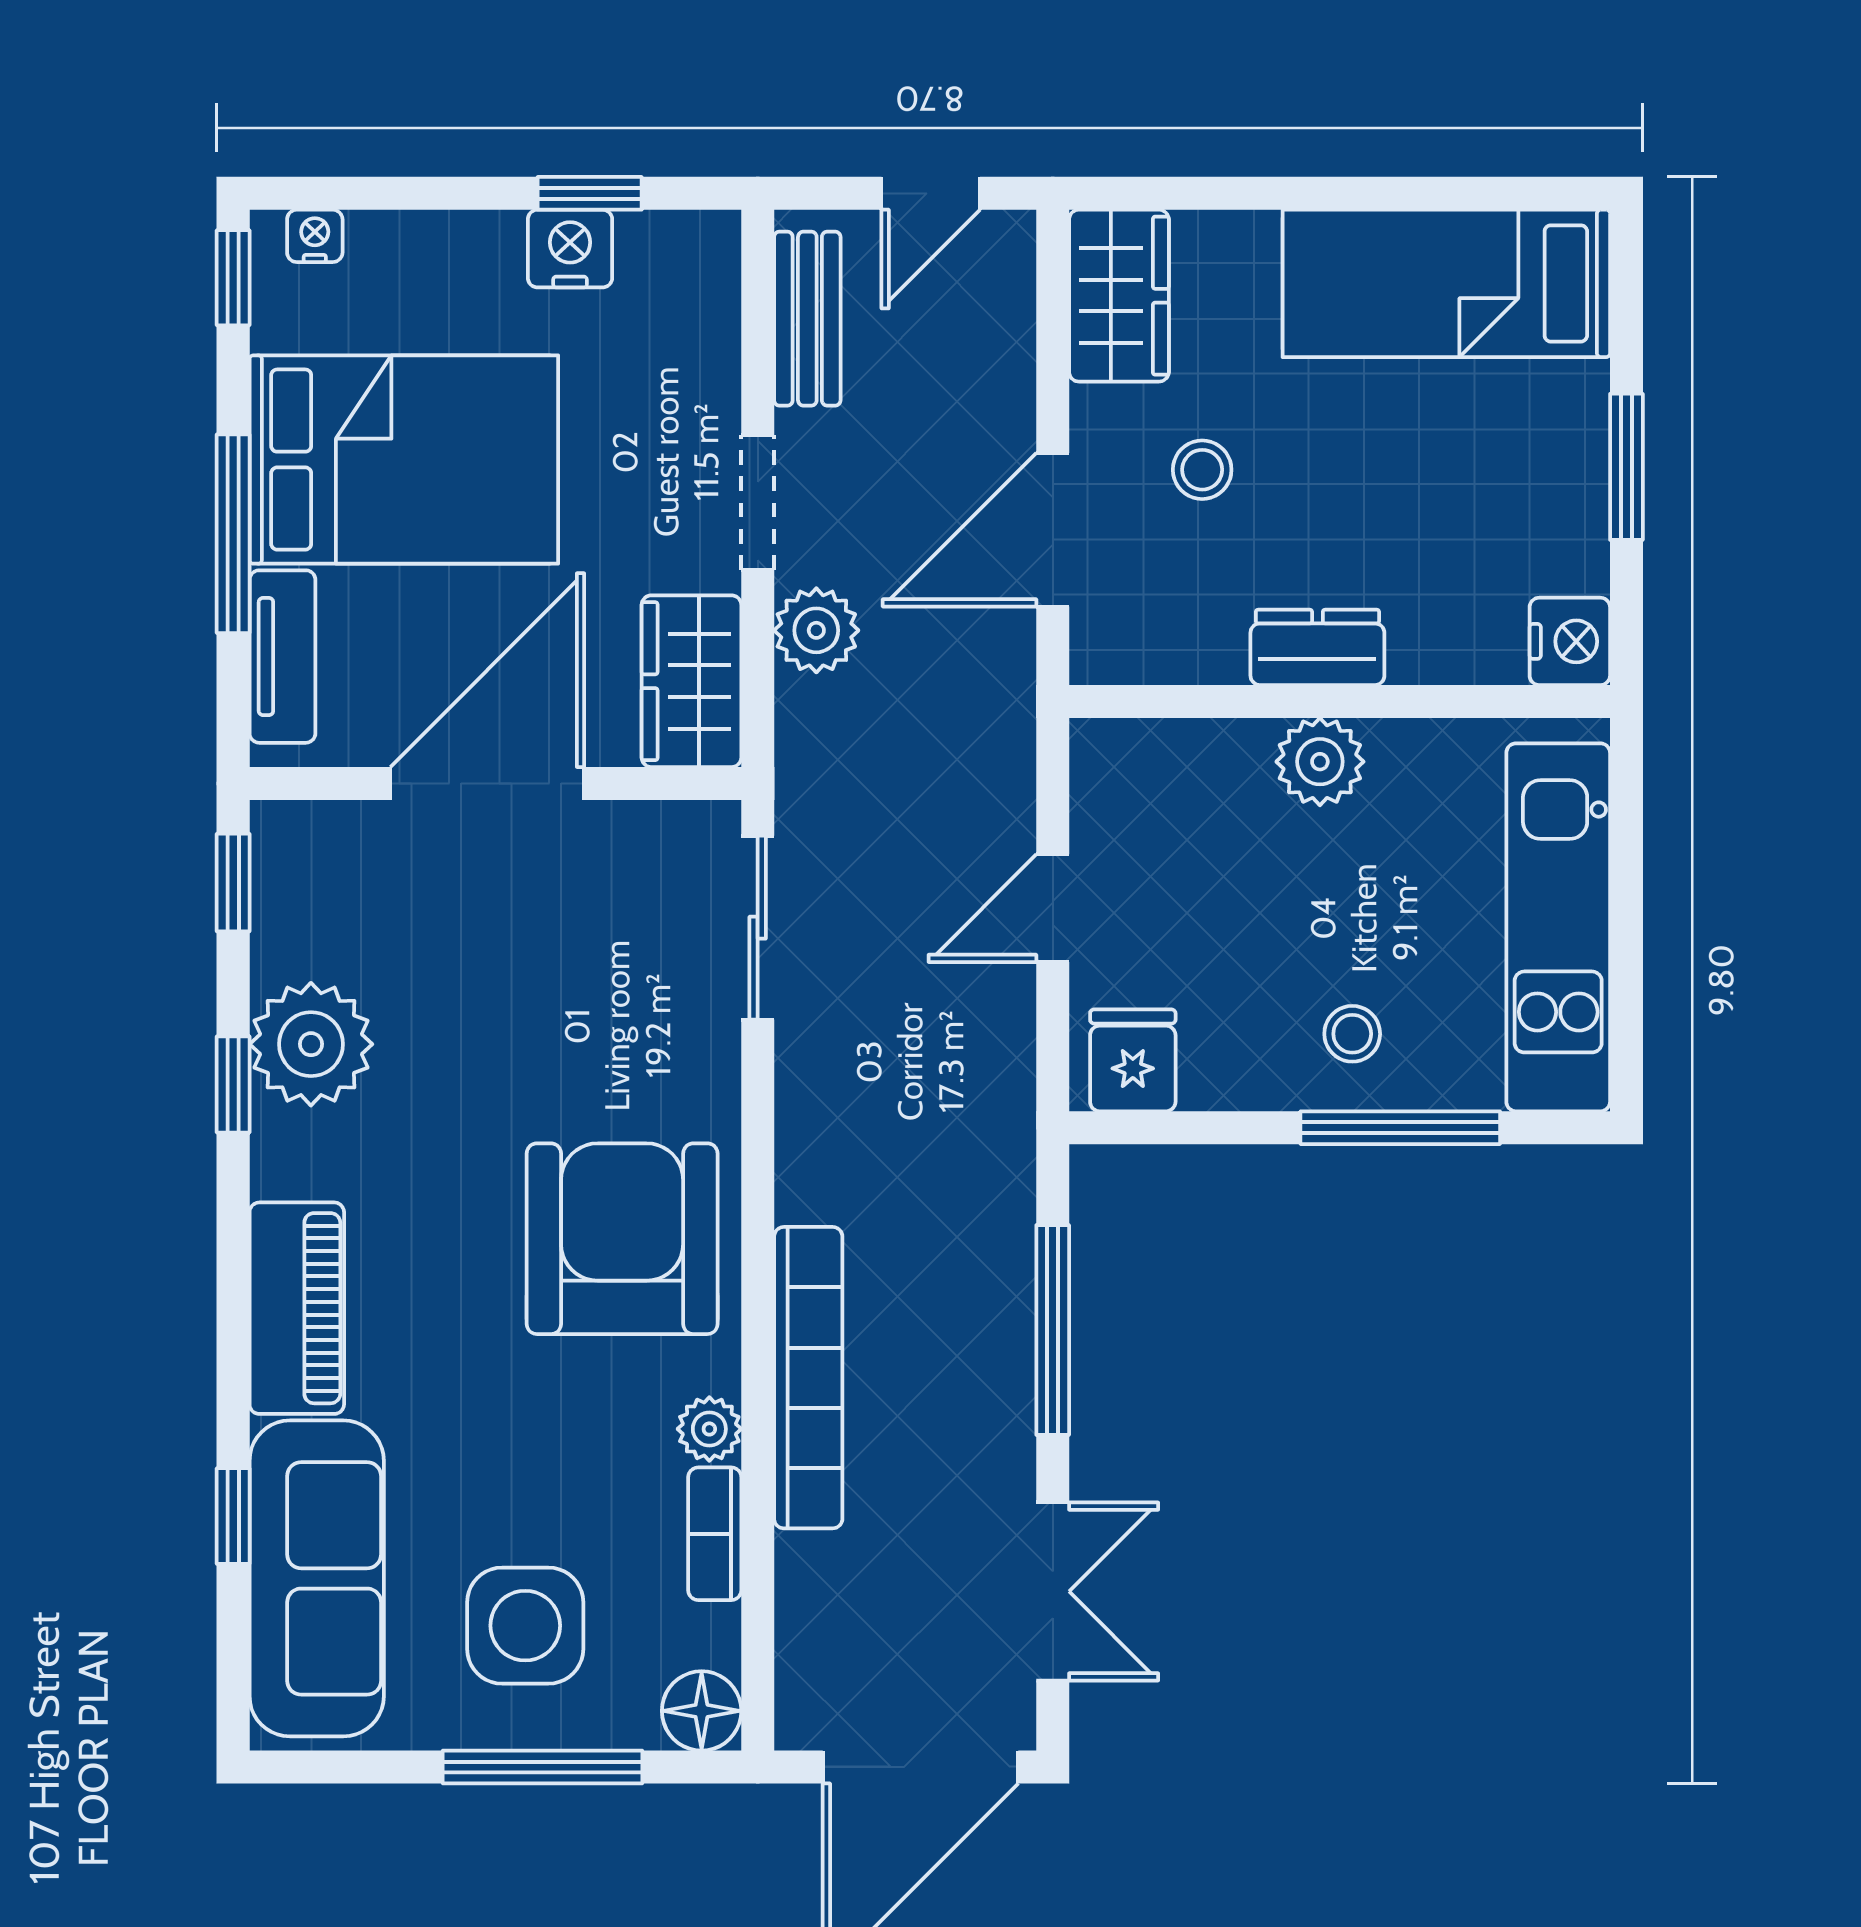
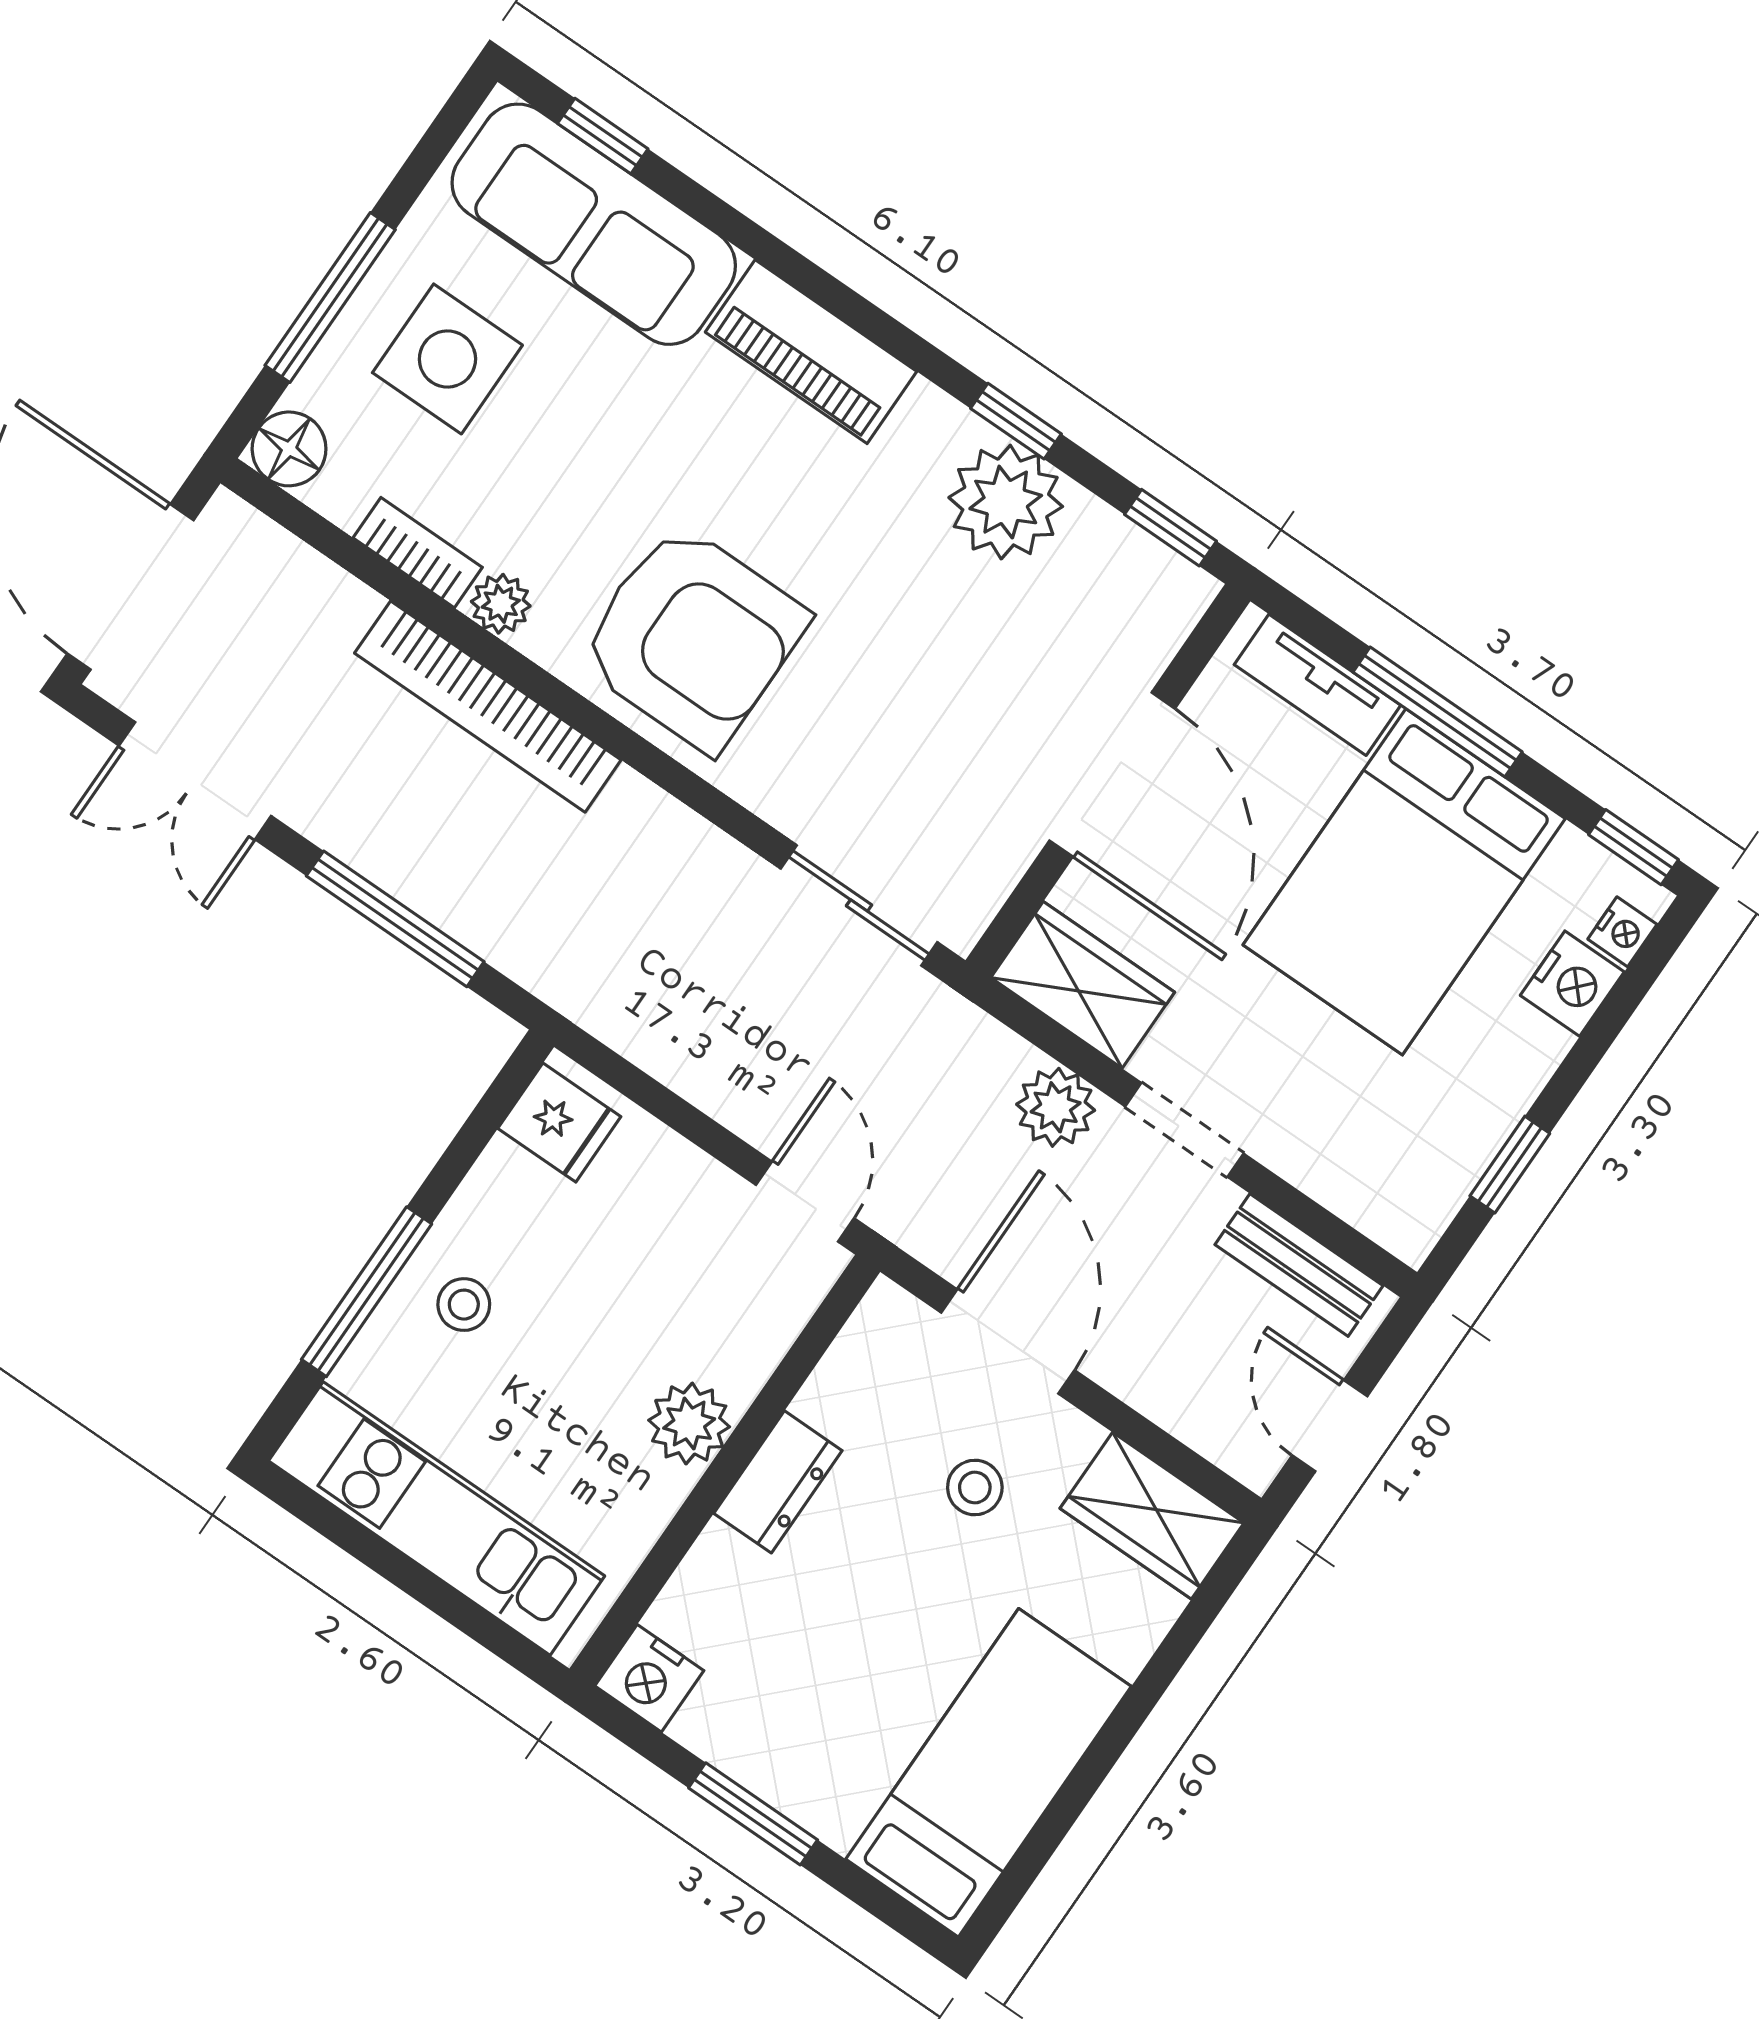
nightstand: (570, 249) -> (1572, 984), moved
door: (1053, 908) -> (805, 1202), moved
window: (233, 1516) -> (603, 136), moved

